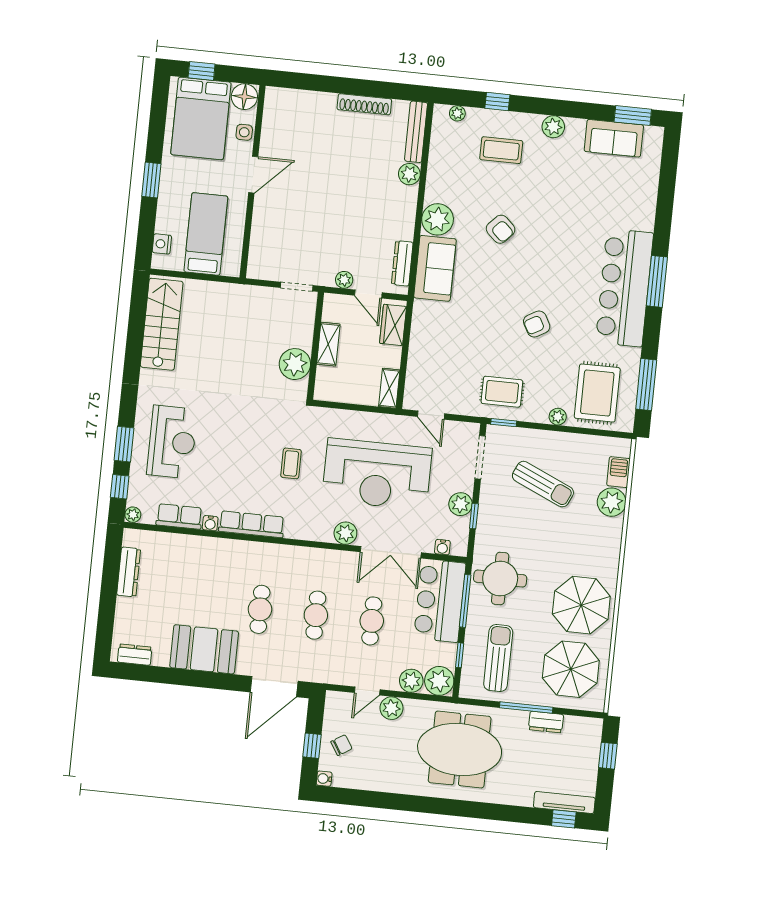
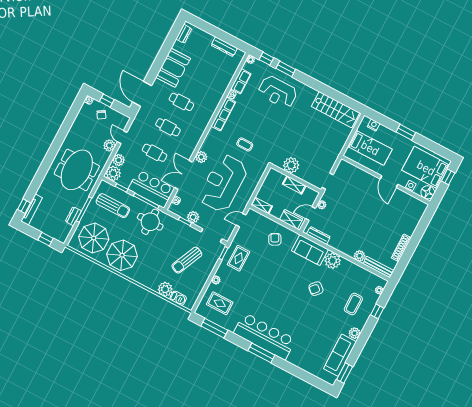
sofa: (614, 138) -> (340, 355), width x1.36
armchair: (537, 324) -> (275, 239), moved
rug: (597, 393) -> (220, 303), width x0.73, depth x0.70

